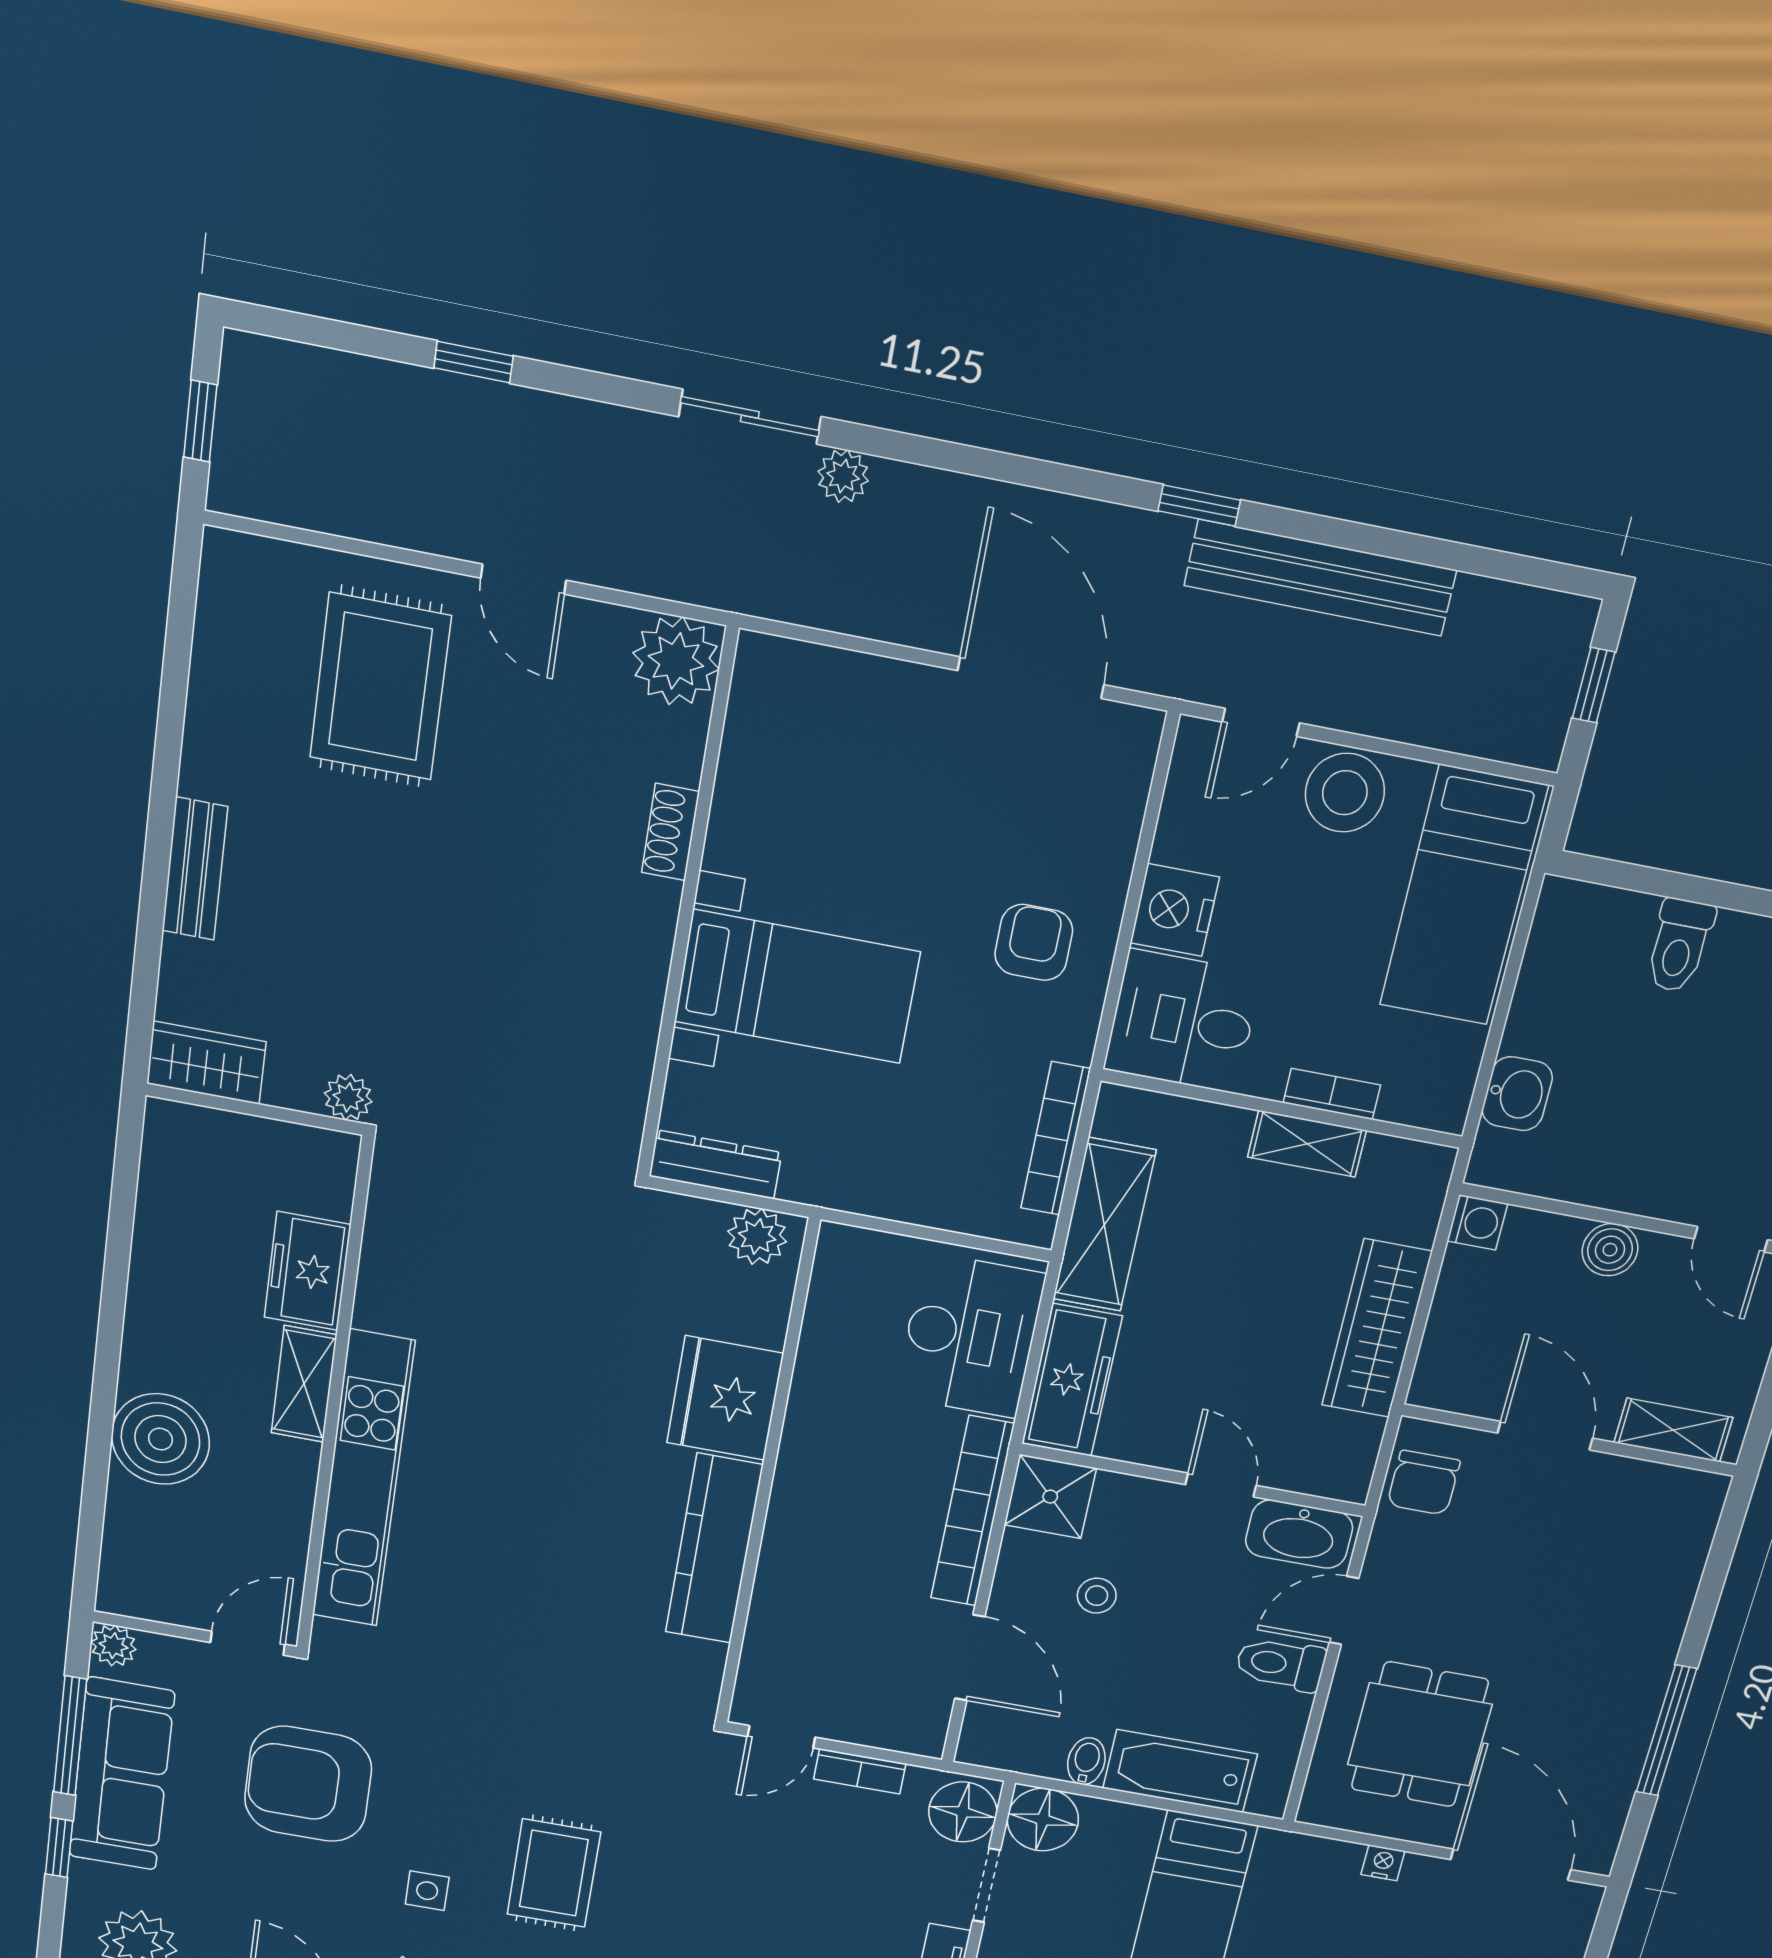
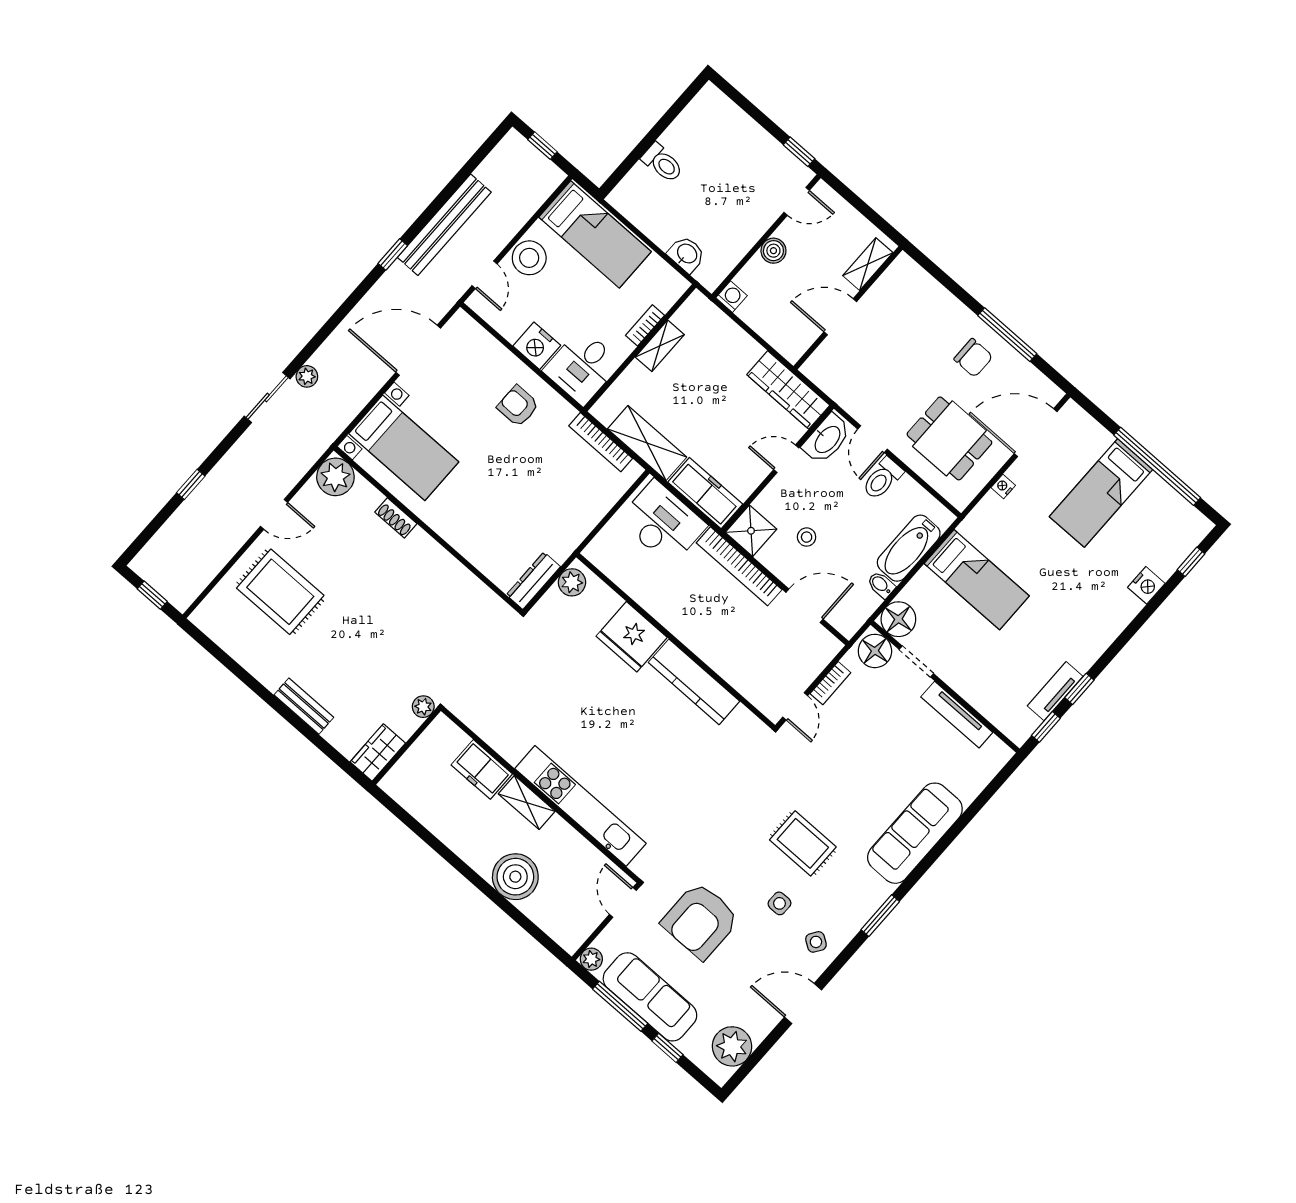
bed with nightstands: (797, 987) -> (404, 448), moved, turned 90
wardrobe: (1377, 1329) -> (788, 390), moved
chair: (1424, 1483) -> (973, 358), moved

